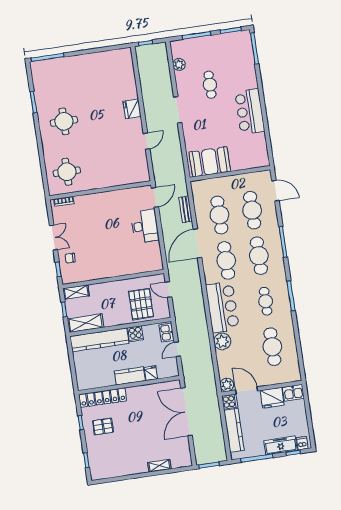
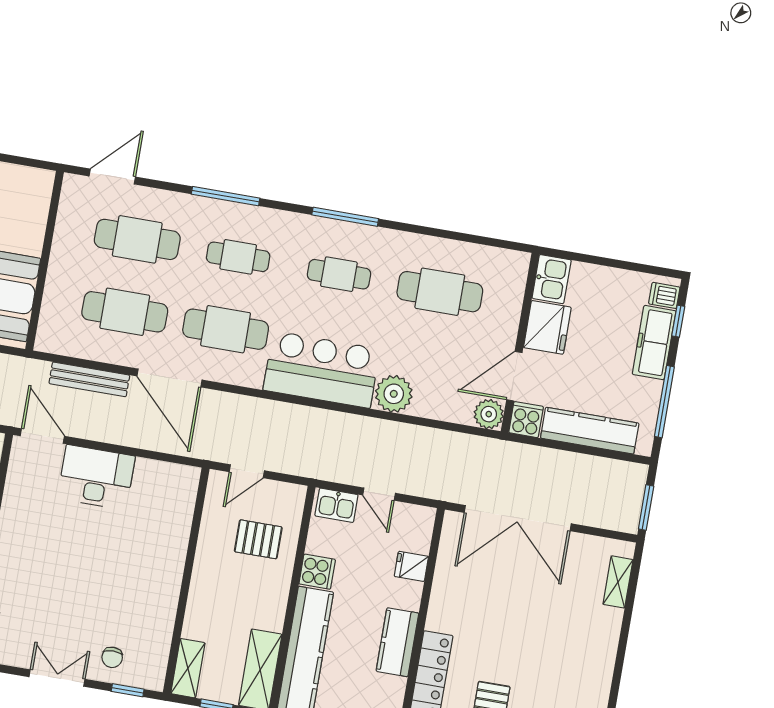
bench: (186, 209) -> (89, 379), width x1.36
cafe table: (259, 256) -> (238, 257), width x0.73, depth x0.74
pallet: (141, 304) -> (258, 539), width x0.67, depth x0.71
kitchen counter: (130, 376) -> (397, 642), moved
shelving: (159, 466) -> (618, 582), moved

